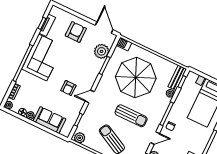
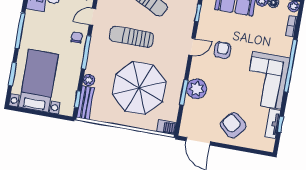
armchair: (76, 32) -> (233, 125), turned 130
plant: (102, 51) -> (197, 89), moved

